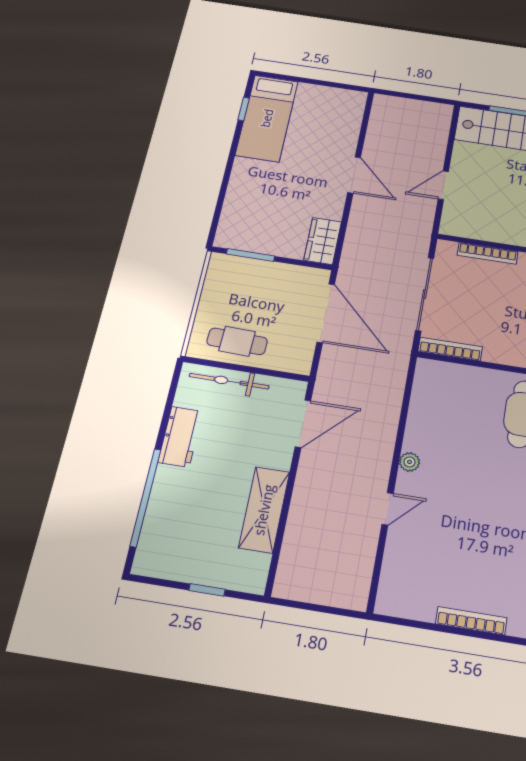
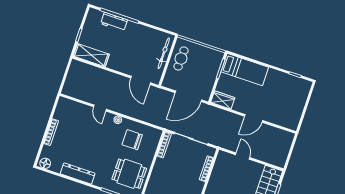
bed: (267, 118) -> (245, 70), moved, turned 180
chair: (452, 422) -> (132, 140), added
workbench: (180, 437) -> (114, 22), moved
shelving: (264, 510) -> (91, 55), moved

